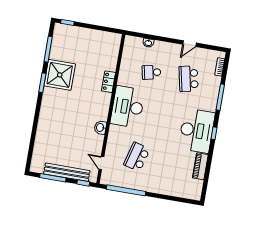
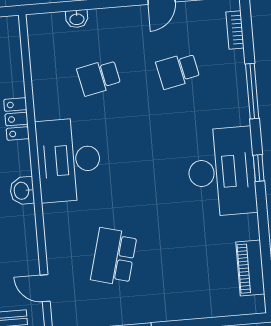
school desk: (189, 79) -> (178, 71), width x0.54
washbasin: (100, 127) -> (22, 191), moved
piano: (200, 166) -> (250, 268), moved

